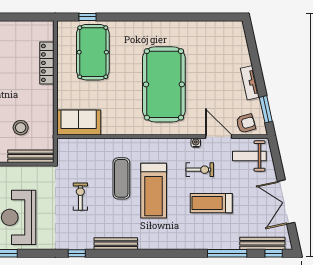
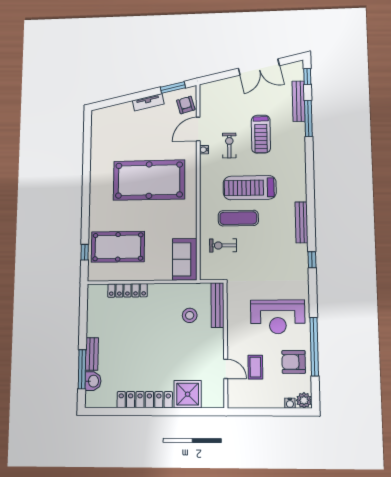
weight bench: (249, 156) -> (216, 101), removed
treadmill: (154, 191) -> (250, 188), turned 180
exercise bike: (80, 197) -> (223, 245), moved
bench: (262, 243) -> (299, 101), moved

